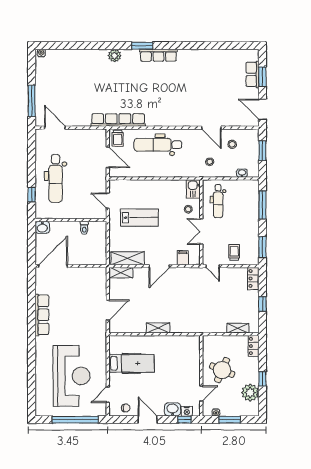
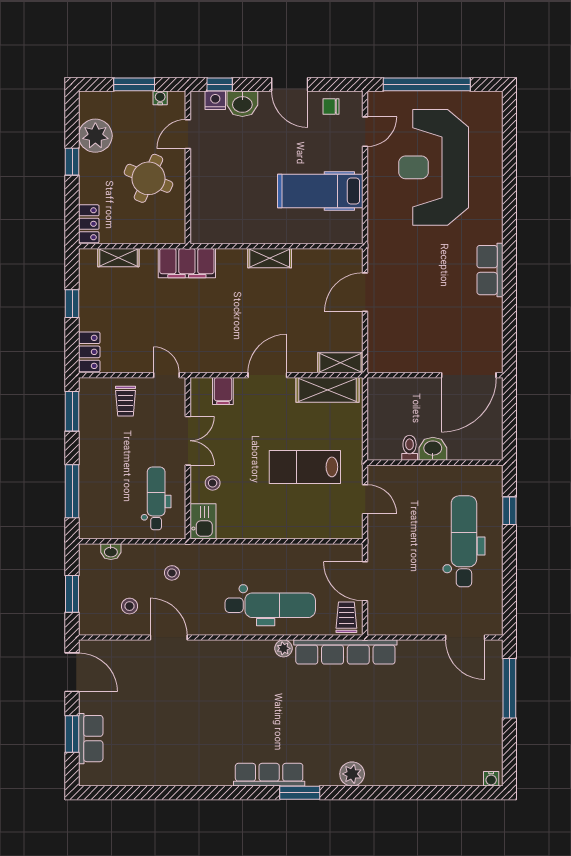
plant: (151, 122) -> (284, 648), added
washbasin: (42, 227) -> (433, 449), moved
row of seats: (42, 315) -> (490, 270), width x0.68
filing cabinet: (202, 325) -> (187, 263), added

